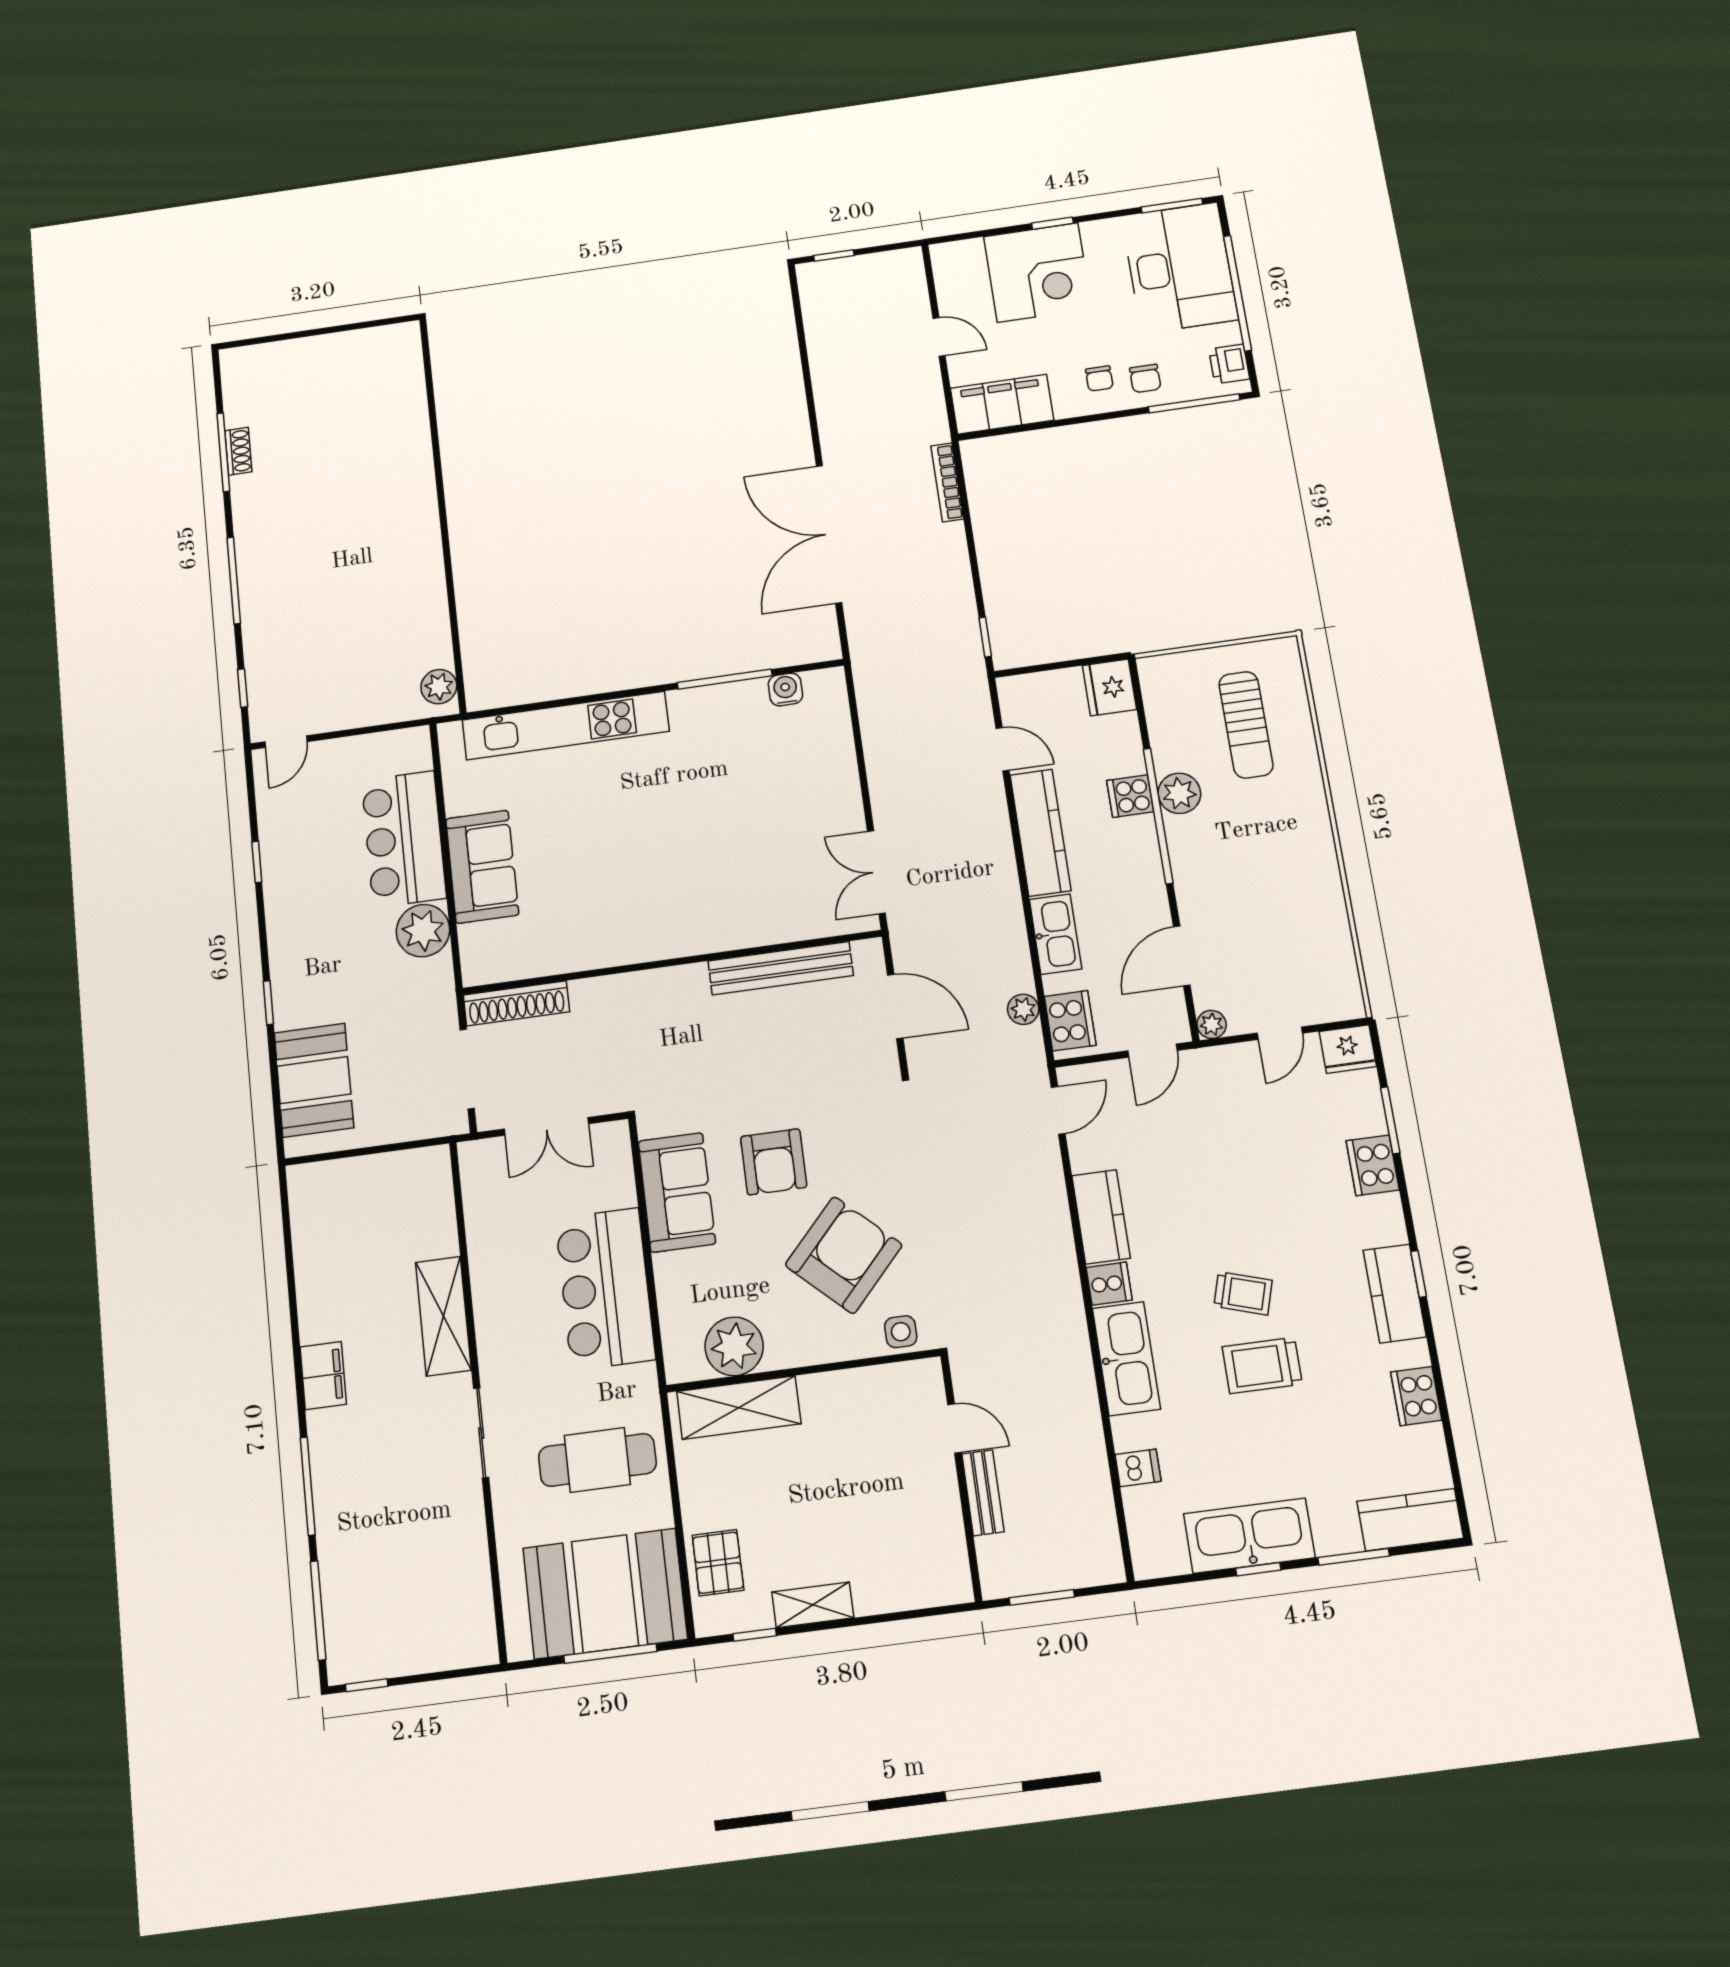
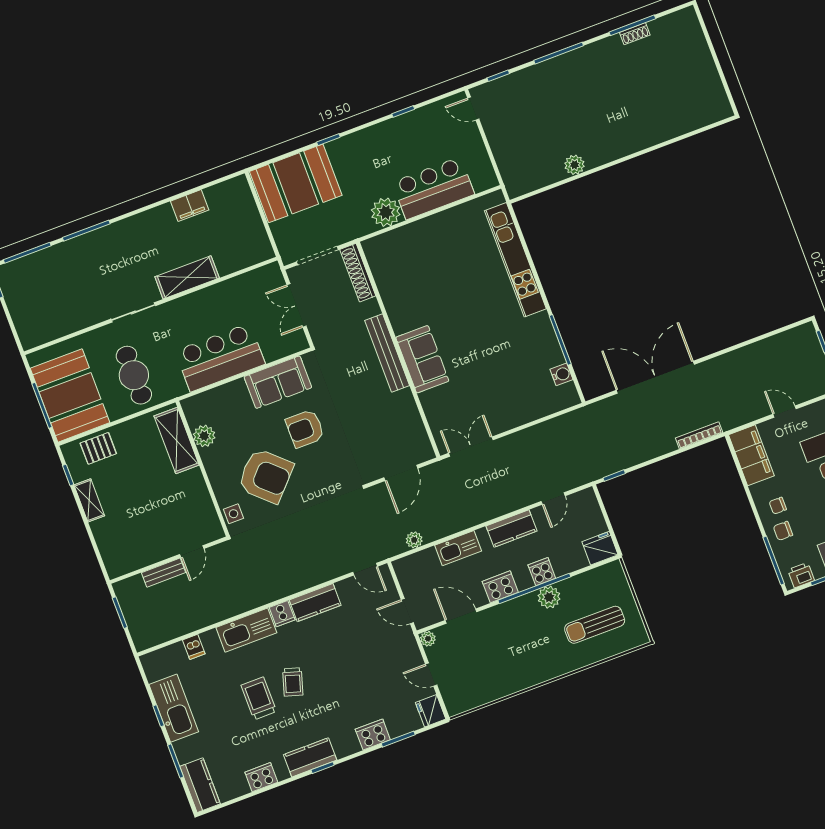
door: (939, 337) -> (785, 412), swing flipped
plant: (439, 687) -> (575, 165), moved
kitchen counter: (1040, 833) -> (511, 529), width x0.67
sofa: (482, 867) -> (422, 359), moved, turned -90
bench: (781, 968) -> (387, 353), moved
cooker: (1070, 1021) -> (500, 587), moved, turned 180
booth: (314, 1080) -> (296, 183), width x1.36, depth x1.42
plant: (734, 1346) -> (204, 436), width x0.73, depth x0.73
filing cabinet: (323, 1376) -> (190, 206), moved

